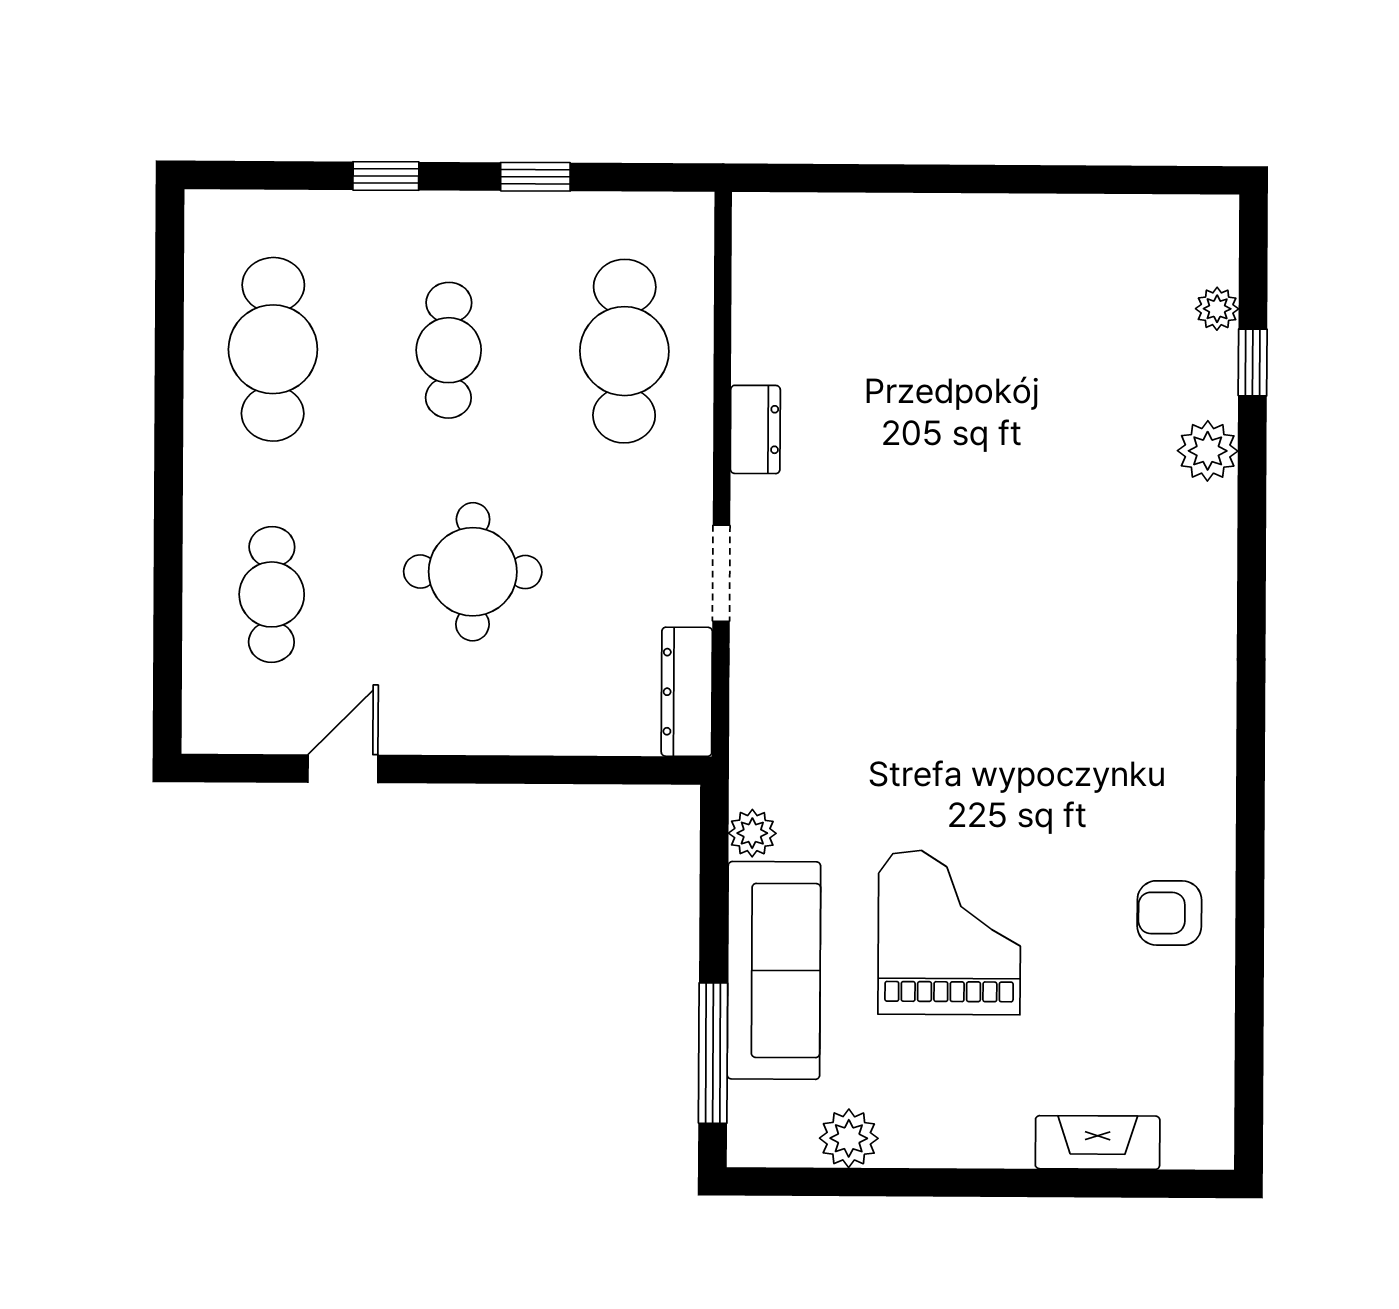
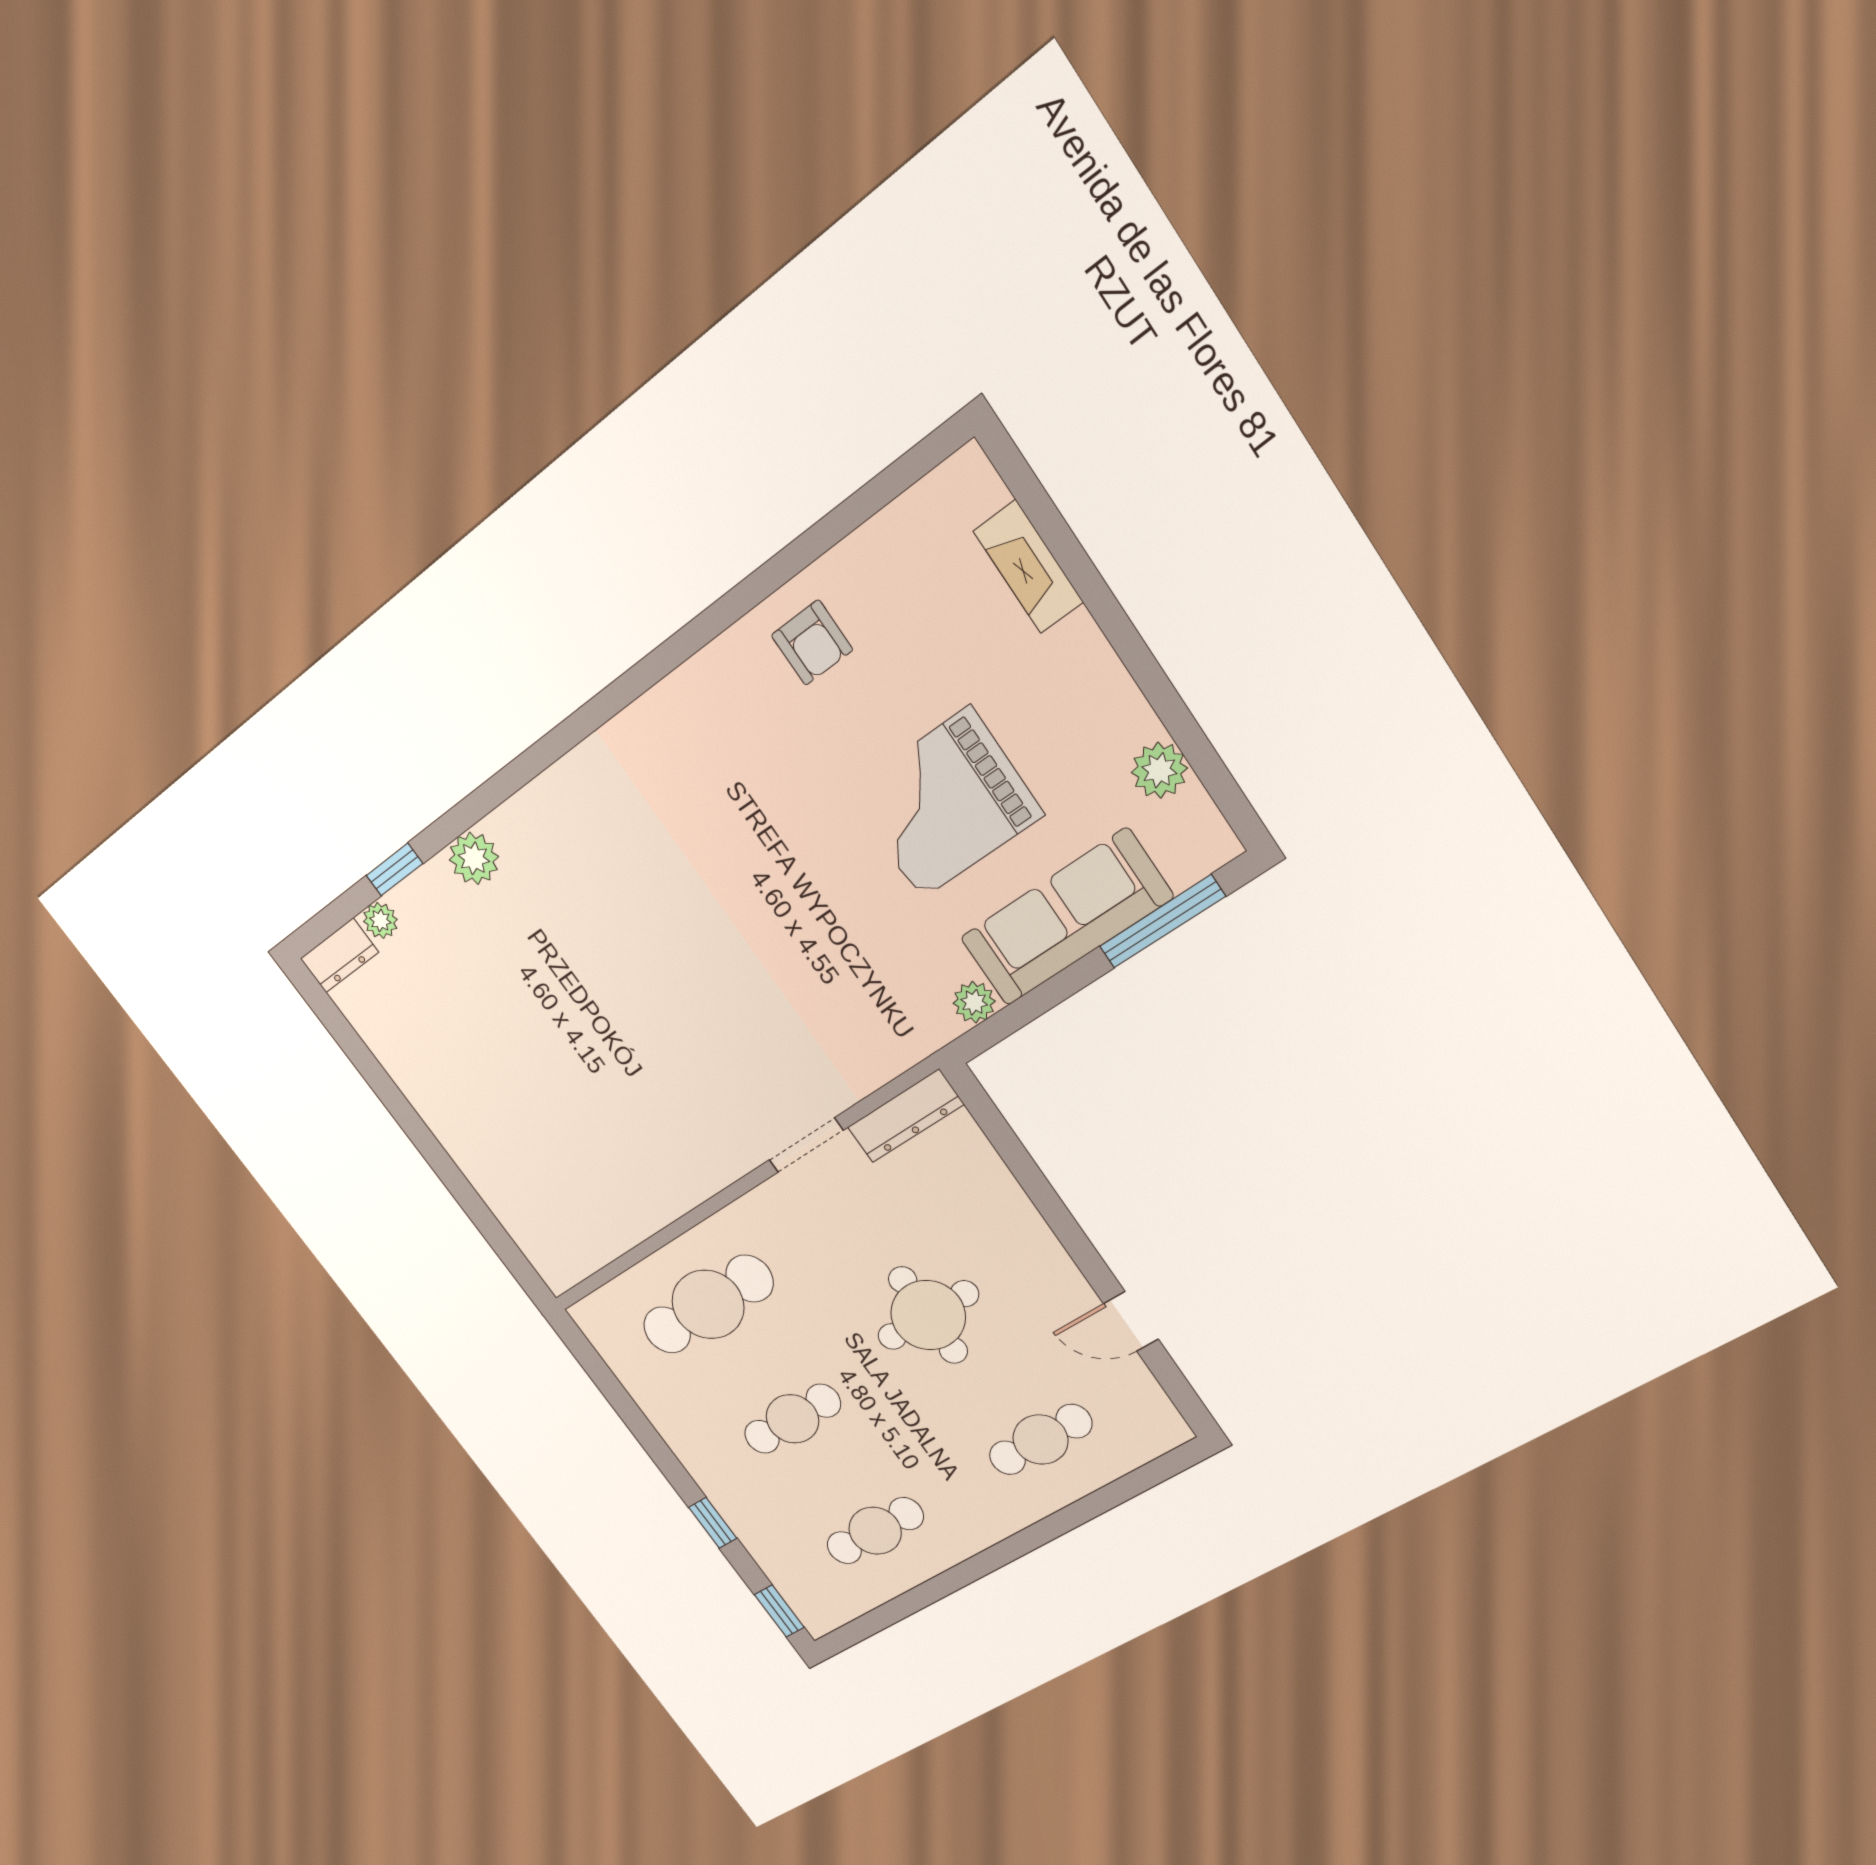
window: (535, 177) -> (779, 1611), moved
cafe table: (273, 349) -> (875, 1531), width x0.73, depth x0.74
dresser: (755, 429) -> (339, 955), moved, turned 180

